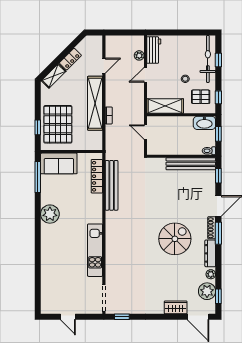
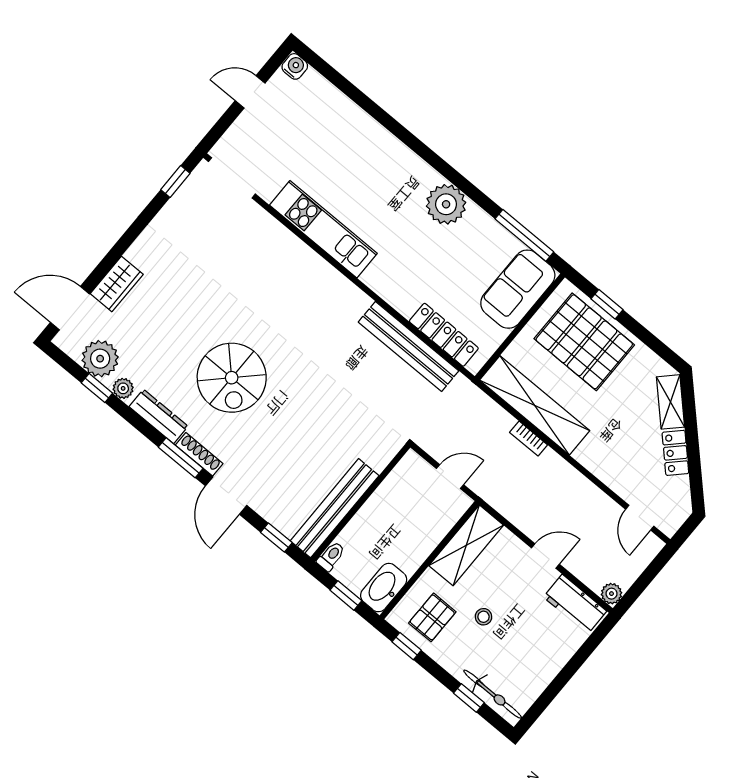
plant: (139, 55) -> (611, 594), moved
bicycle: (208, 59) -> (493, 694), width x0.73, depth x0.71
door: (104, 66) -> (640, 518), moved
door: (145, 75) -> (545, 556), hinge flipped
shelving: (95, 103) -> (535, 405), moved
window: (218, 296) -> (97, 388), moved
water cooler: (46, 309) -> (295, 66), added

